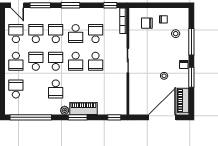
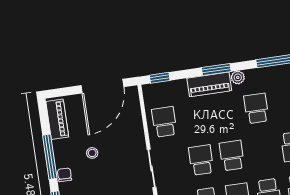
school desk: (56, 61) -> (164, 122), moved, turned 180
window: (191, 77) -> (50, 157), width x1.44
door: (162, 117) -> (102, 86), moved

